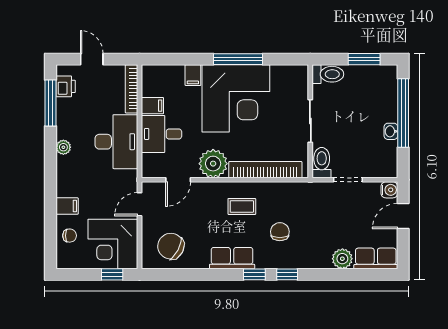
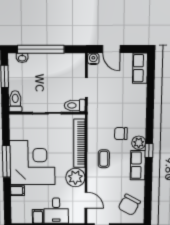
washbasin: (391, 131) -> (22, 58), moved
plant: (342, 259) -> (139, 143), moved
window: (287, 274) -> (150, 129), removed

